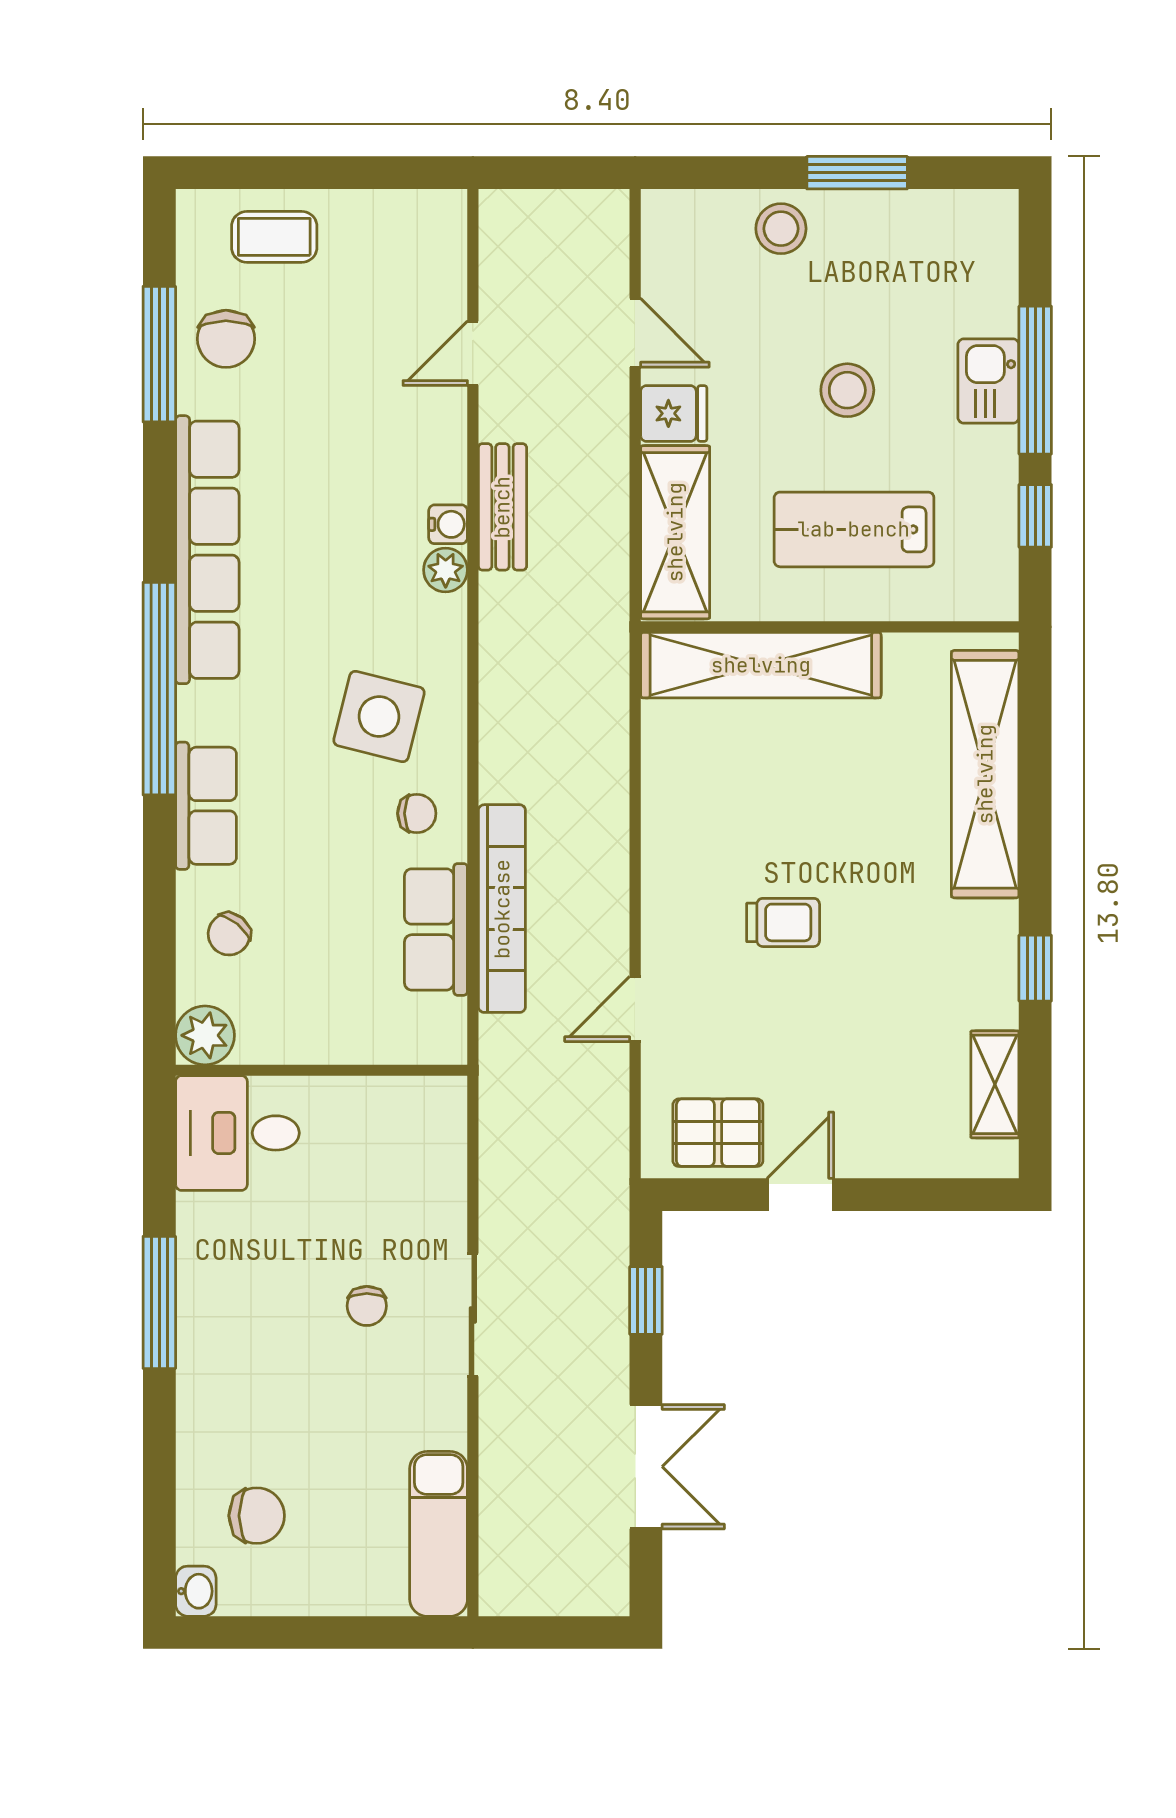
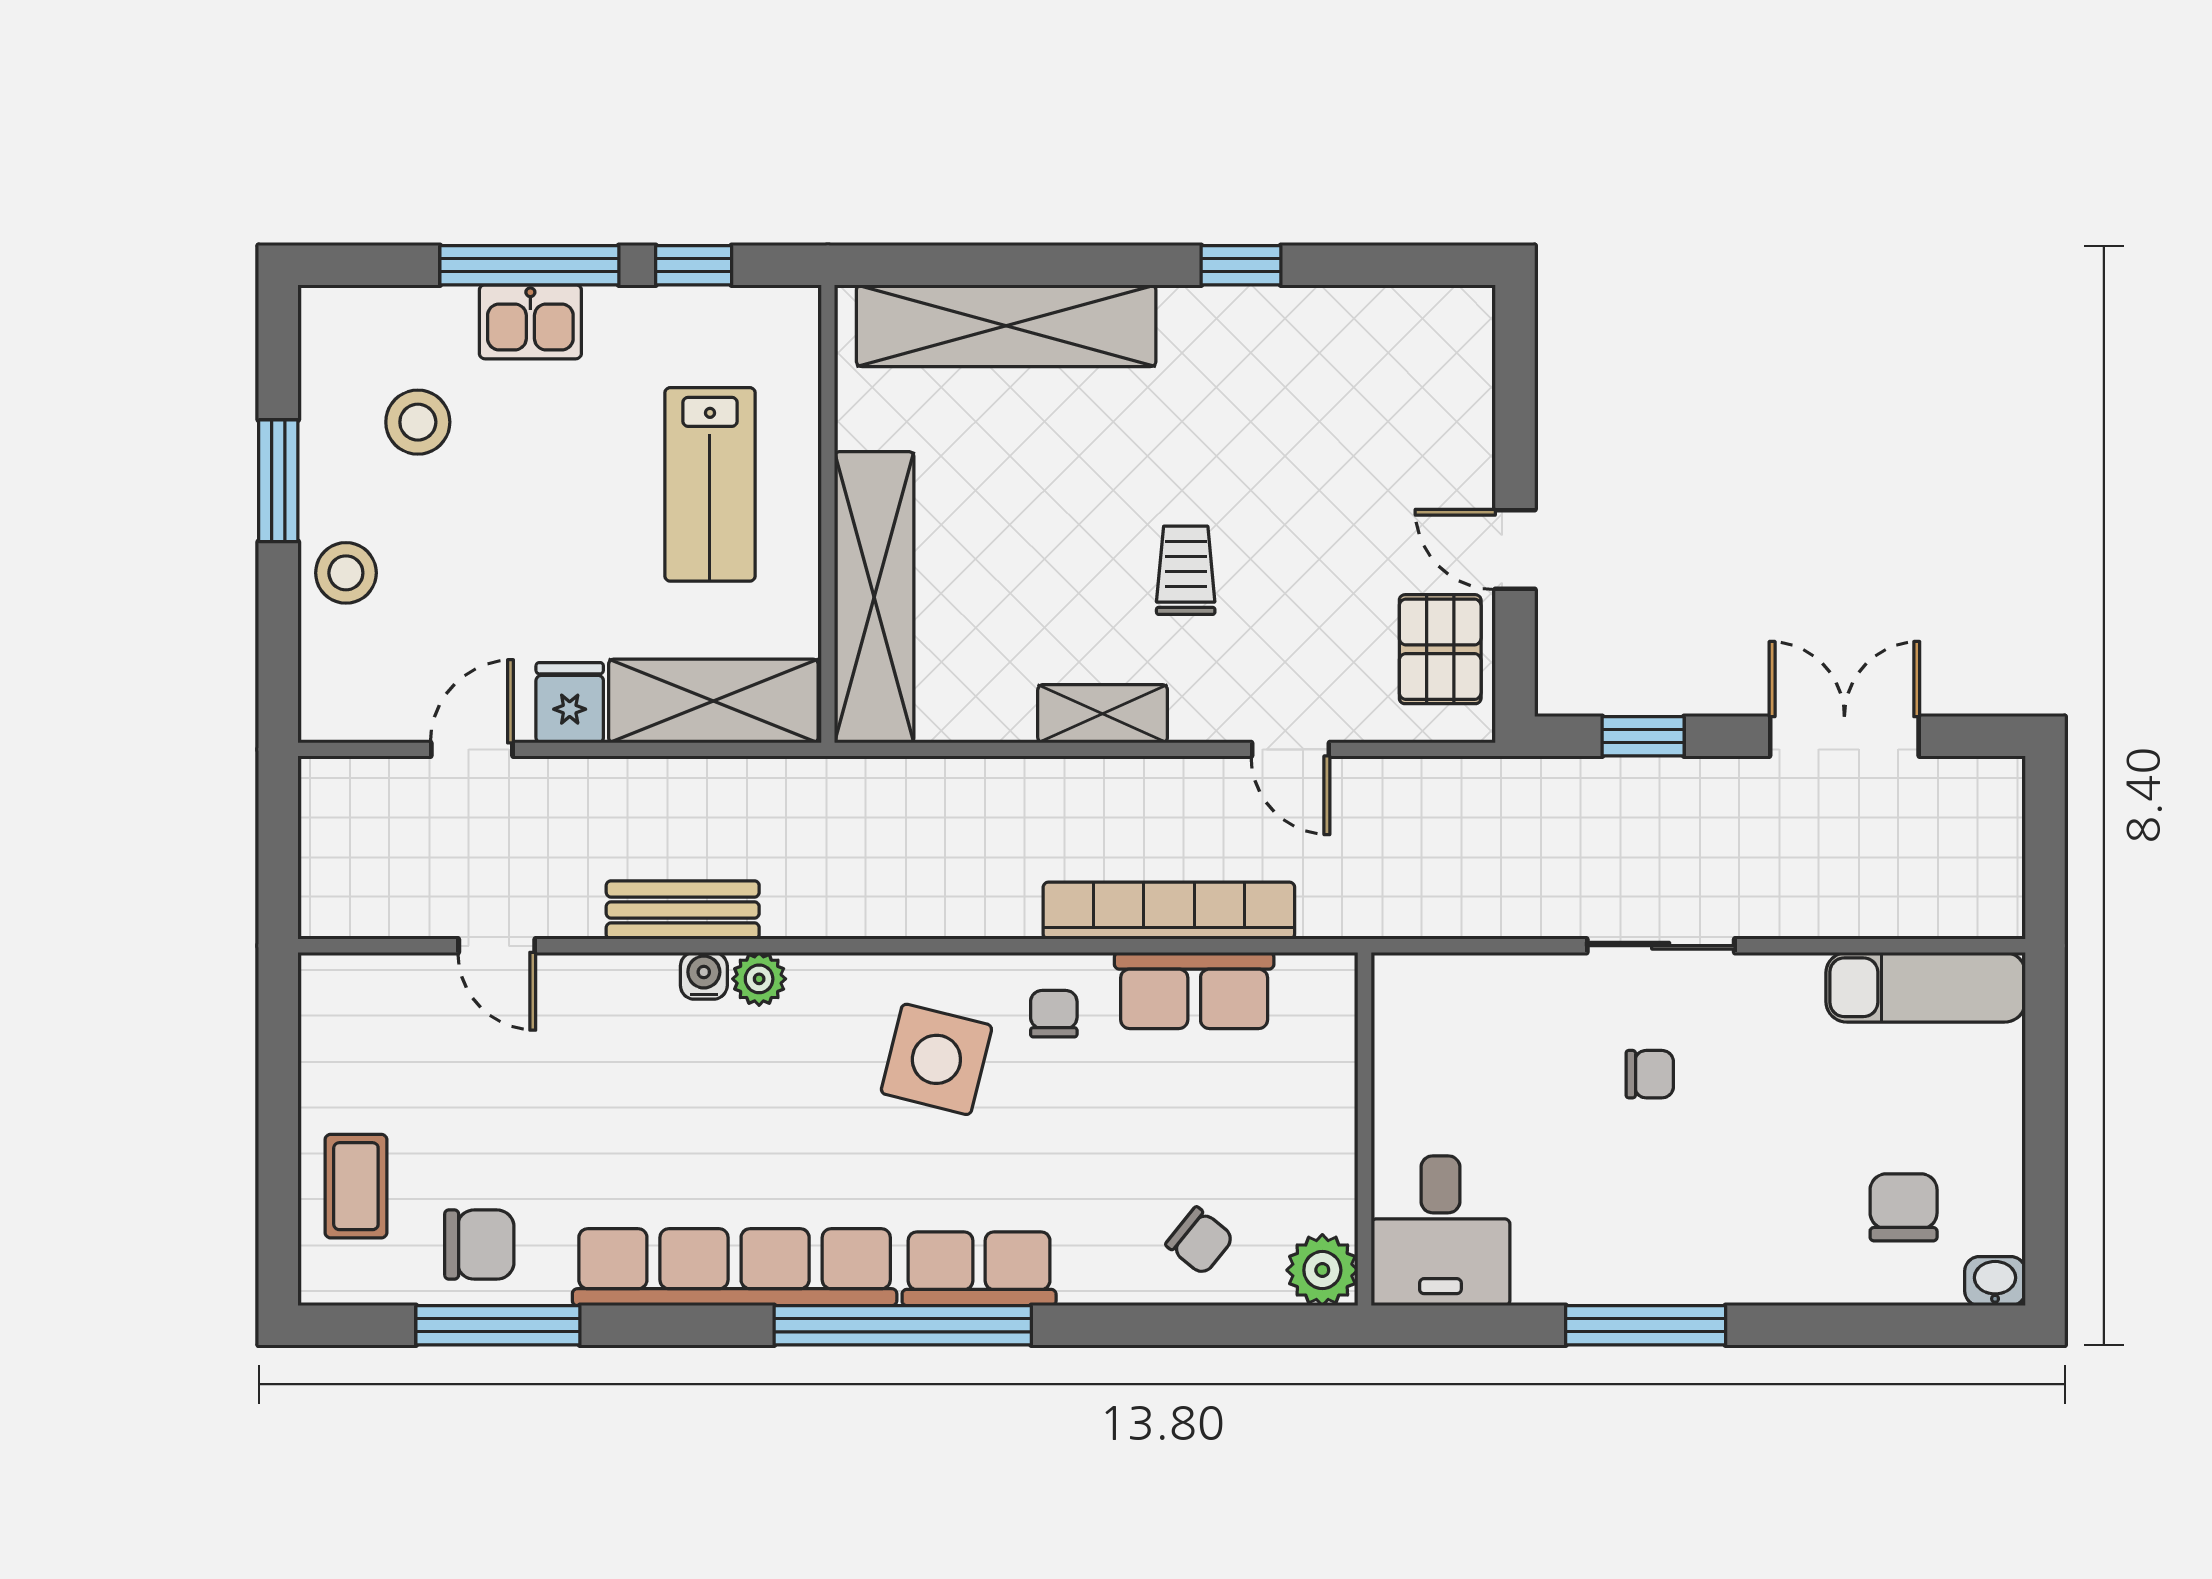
stool: (847, 390) -> (418, 422), moved
row of seats: (206, 806) -> (979, 1269), moved
shelving: (995, 1084) -> (1103, 714), moved

